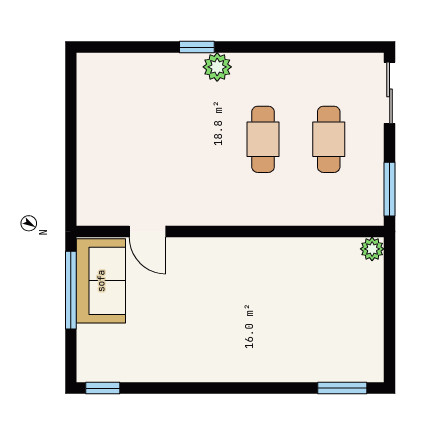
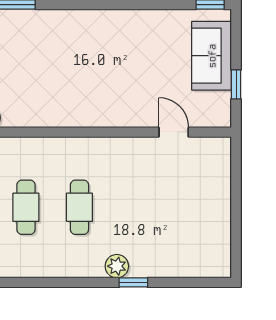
sofa: (101, 281) -> (212, 56), moved
window: (71, 290) -> (236, 84), width x0.46

